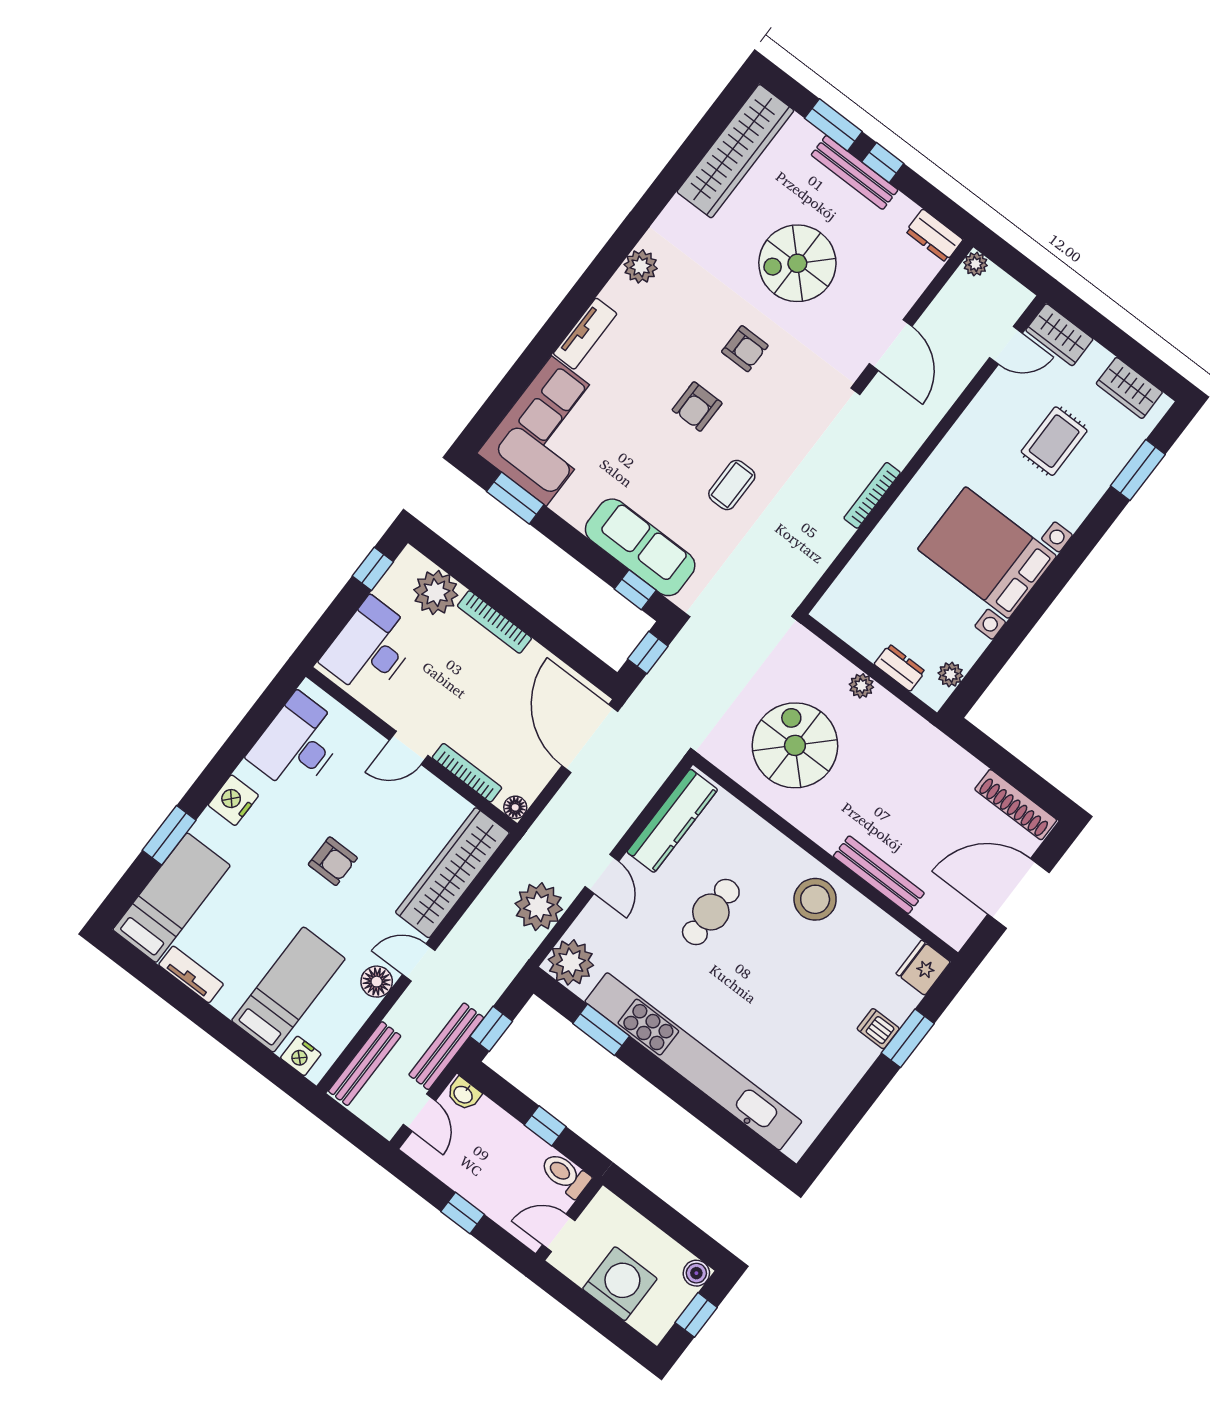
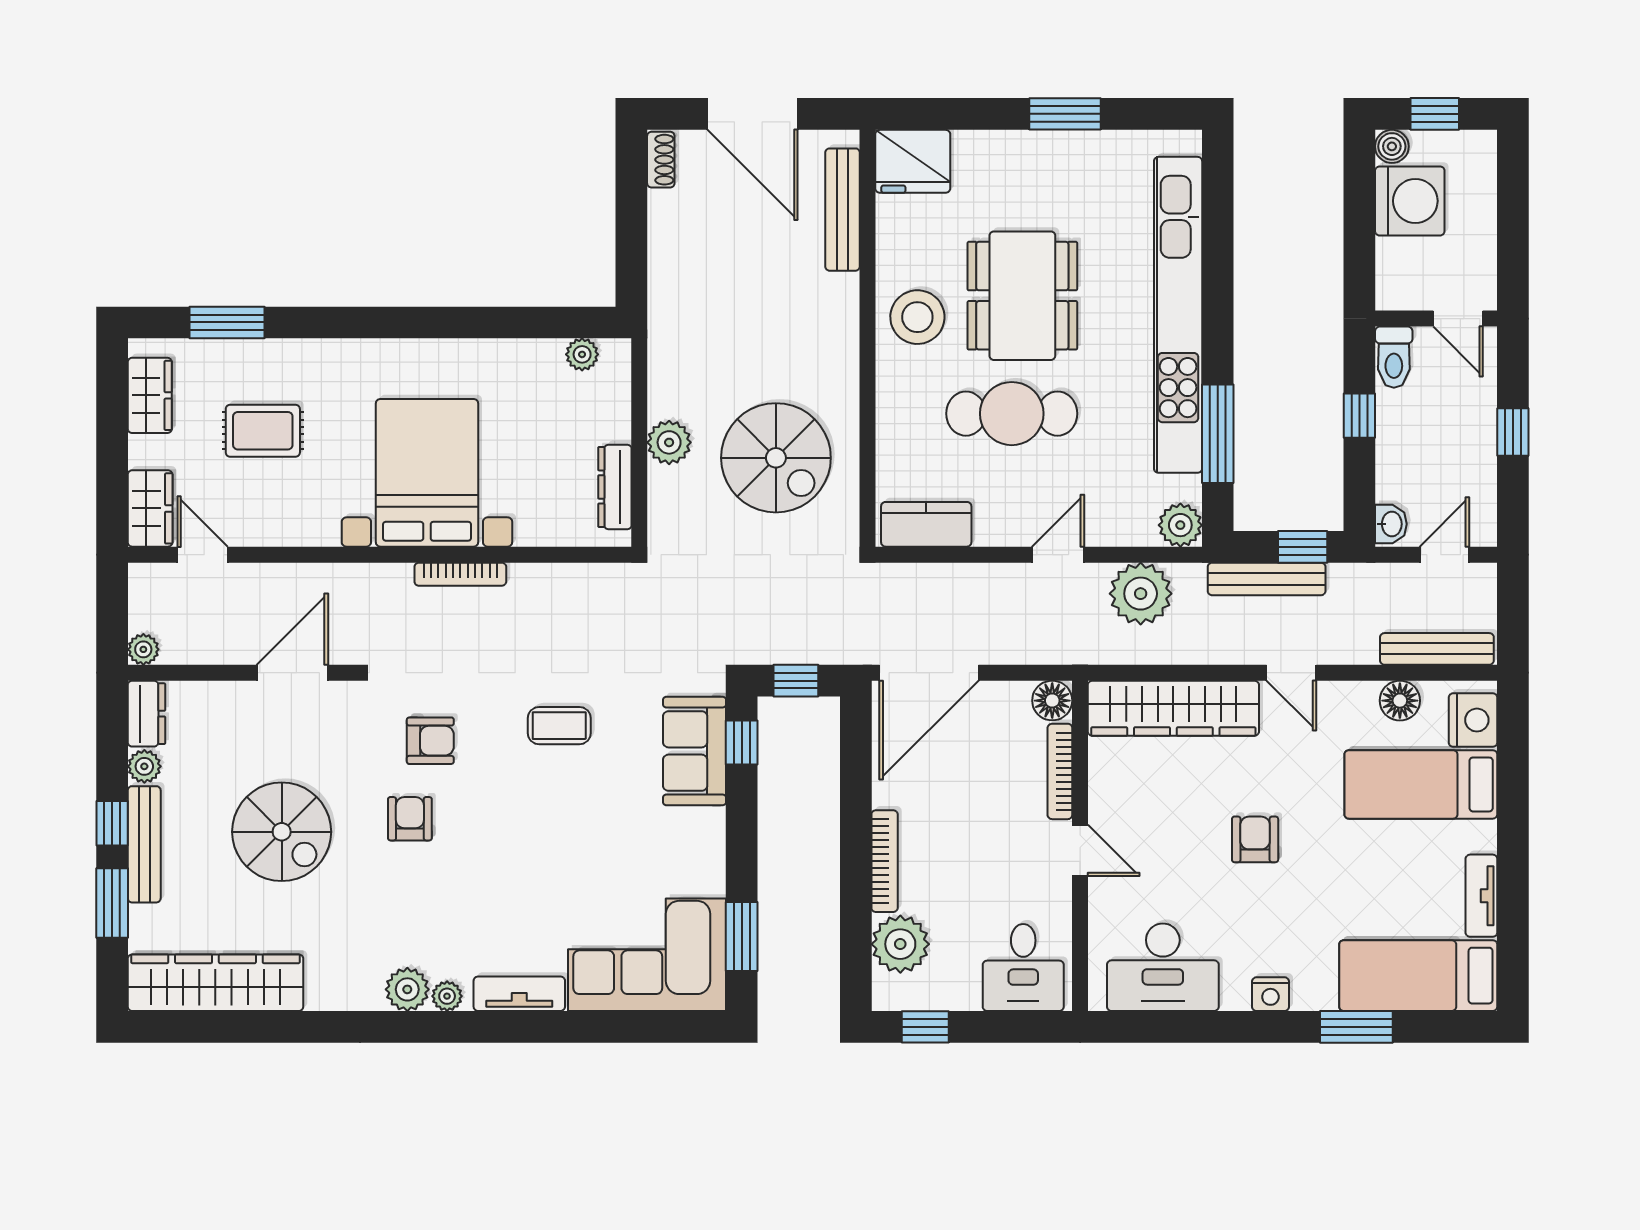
plant: (903, 209) -> (144, 766), added
plant: (618, 288) -> (447, 996), added
armchair: (697, 407) -> (430, 741), moved
sofa: (640, 547) -> (695, 751), width x0.73
bed with nightstands: (987, 553) -> (427, 473), moved, turned 180
desk: (370, 648) -> (1023, 967), width x0.73
dresser: (900, 668) -> (615, 487), moved, width x1.44
plant: (861, 686) -> (669, 442), width x1.38, depth x1.38
spiral stairs: (795, 745) -> (776, 458), turned -90
nightstand: (233, 800) -> (1270, 994), width x0.74, depth x0.75
shoe rack: (1016, 805) -> (661, 160), width x0.51, depth x0.81
floor lamp: (515, 807) -> (1052, 701), width x1.37, depth x1.37
kitchen counter: (672, 821) -> (926, 524), width x0.67
bench: (879, 875) -> (843, 210), moved
cafe table: (711, 912) -> (1012, 414), width x1.37, depth x1.35
plant: (571, 962) -> (1180, 525), width x0.73, depth x0.73
fridge: (923, 968) -> (913, 161), width x1.36, depth x1.34
dining table: (779, 974) -> (1022, 296), added
floor lamp: (377, 982) -> (1400, 701), moved
dishwasher: (878, 1029) -> (1000, 152), removed
window: (601, 1030) -> (1218, 434), width x1.44
window: (908, 1038) -> (1065, 114), moved
bench: (446, 1046) -> (1267, 579), moved
nightstand: (301, 1056) -> (1473, 720), width x1.36, depth x1.33
washing machine: (620, 1284) -> (1410, 201), moved, turned 180

